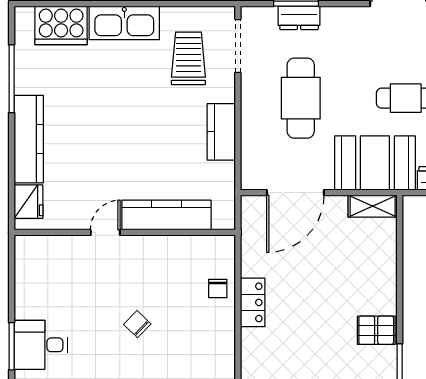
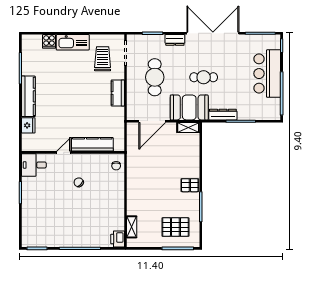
dresser: (299, 18) -> (175, 40), moved
cooker: (61, 25) -> (49, 41), width x0.53, depth x0.76
kitchen counter: (166, 215) -> (92, 144), moved
door: (105, 232) -> (64, 152), moved
wall: (125, 232) -> (73, 152), moved
locker: (253, 302) -> (132, 172), removed
desk: (41, 345) -> (34, 165), moved

